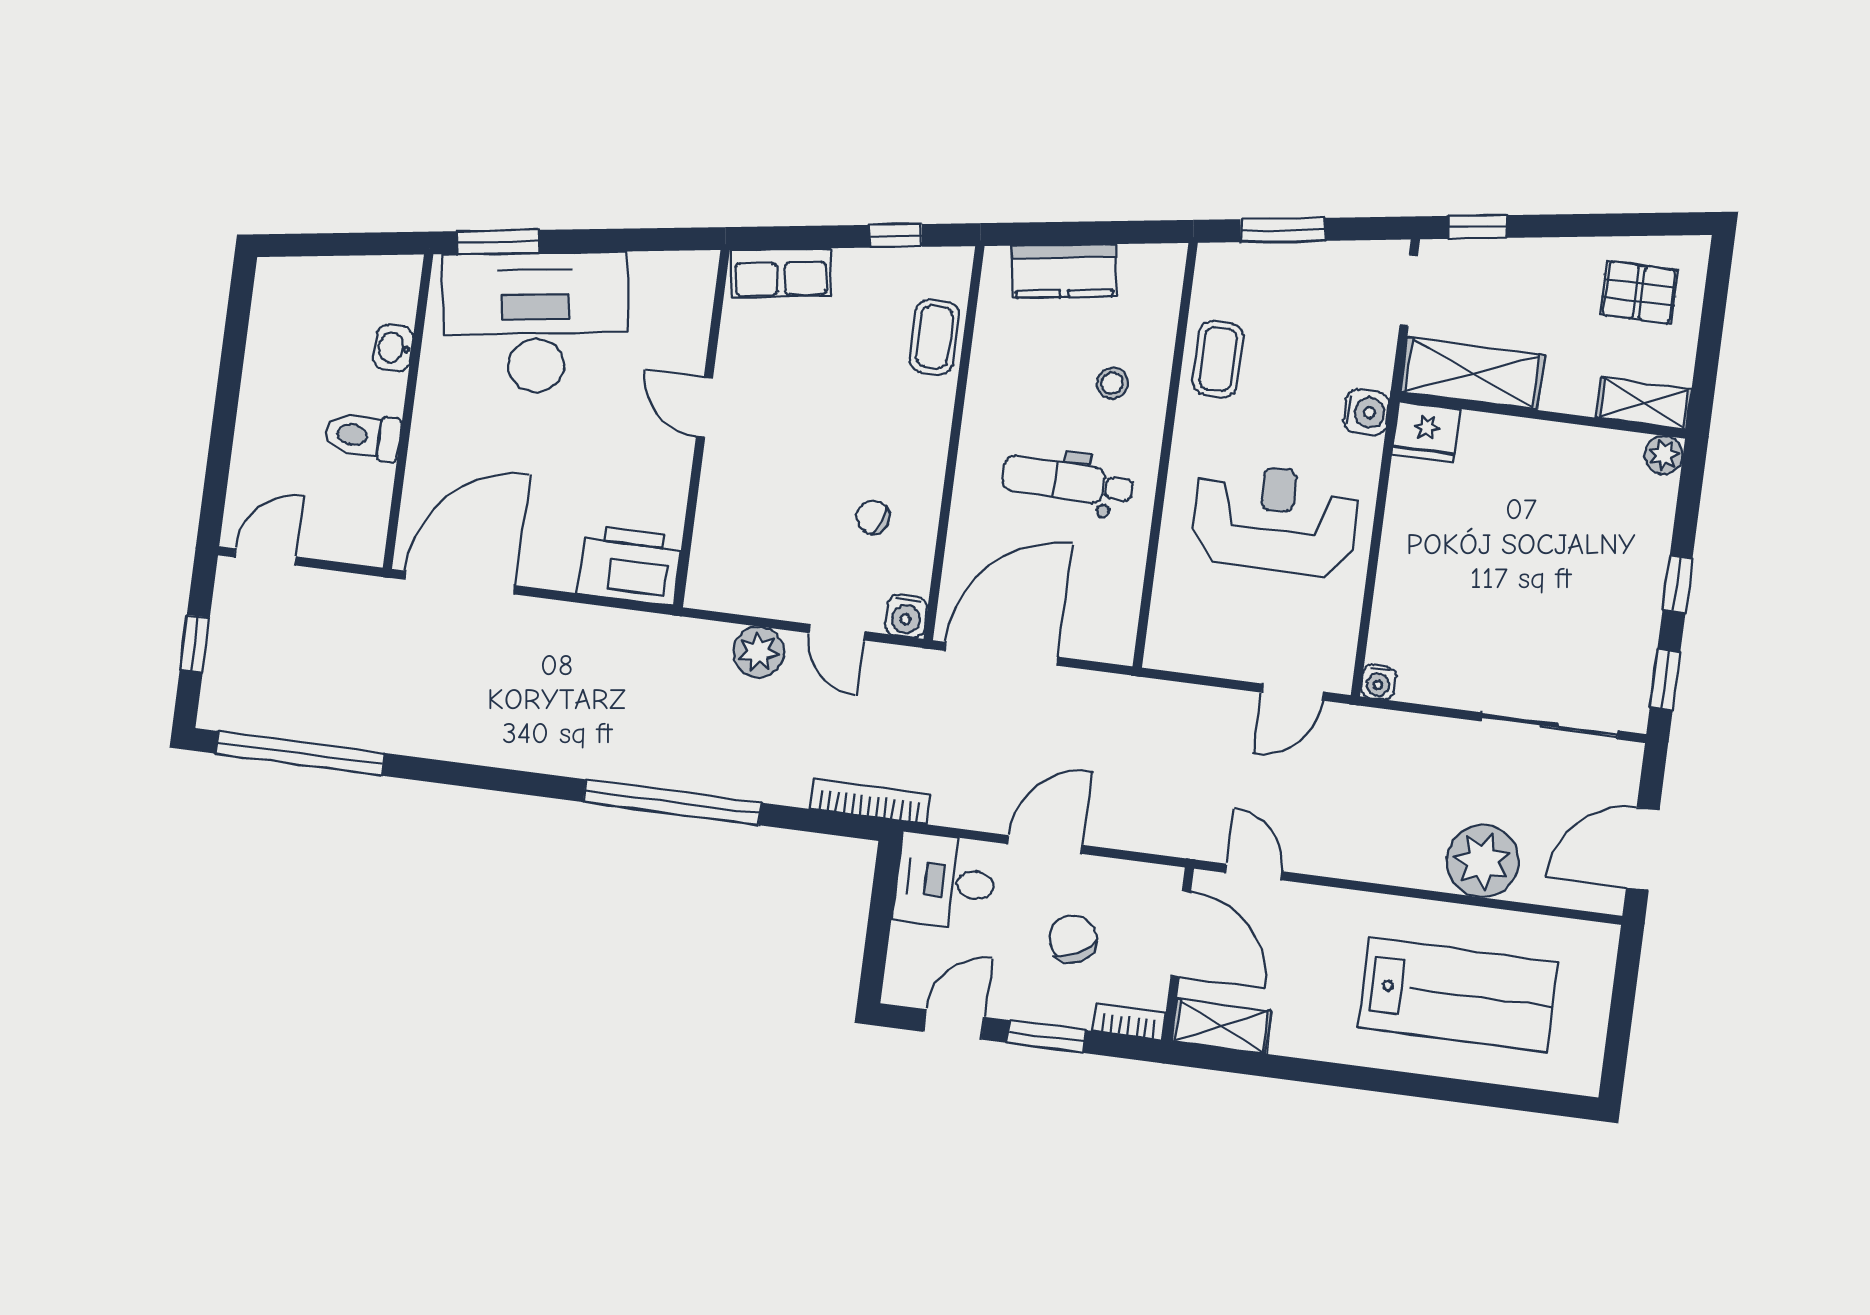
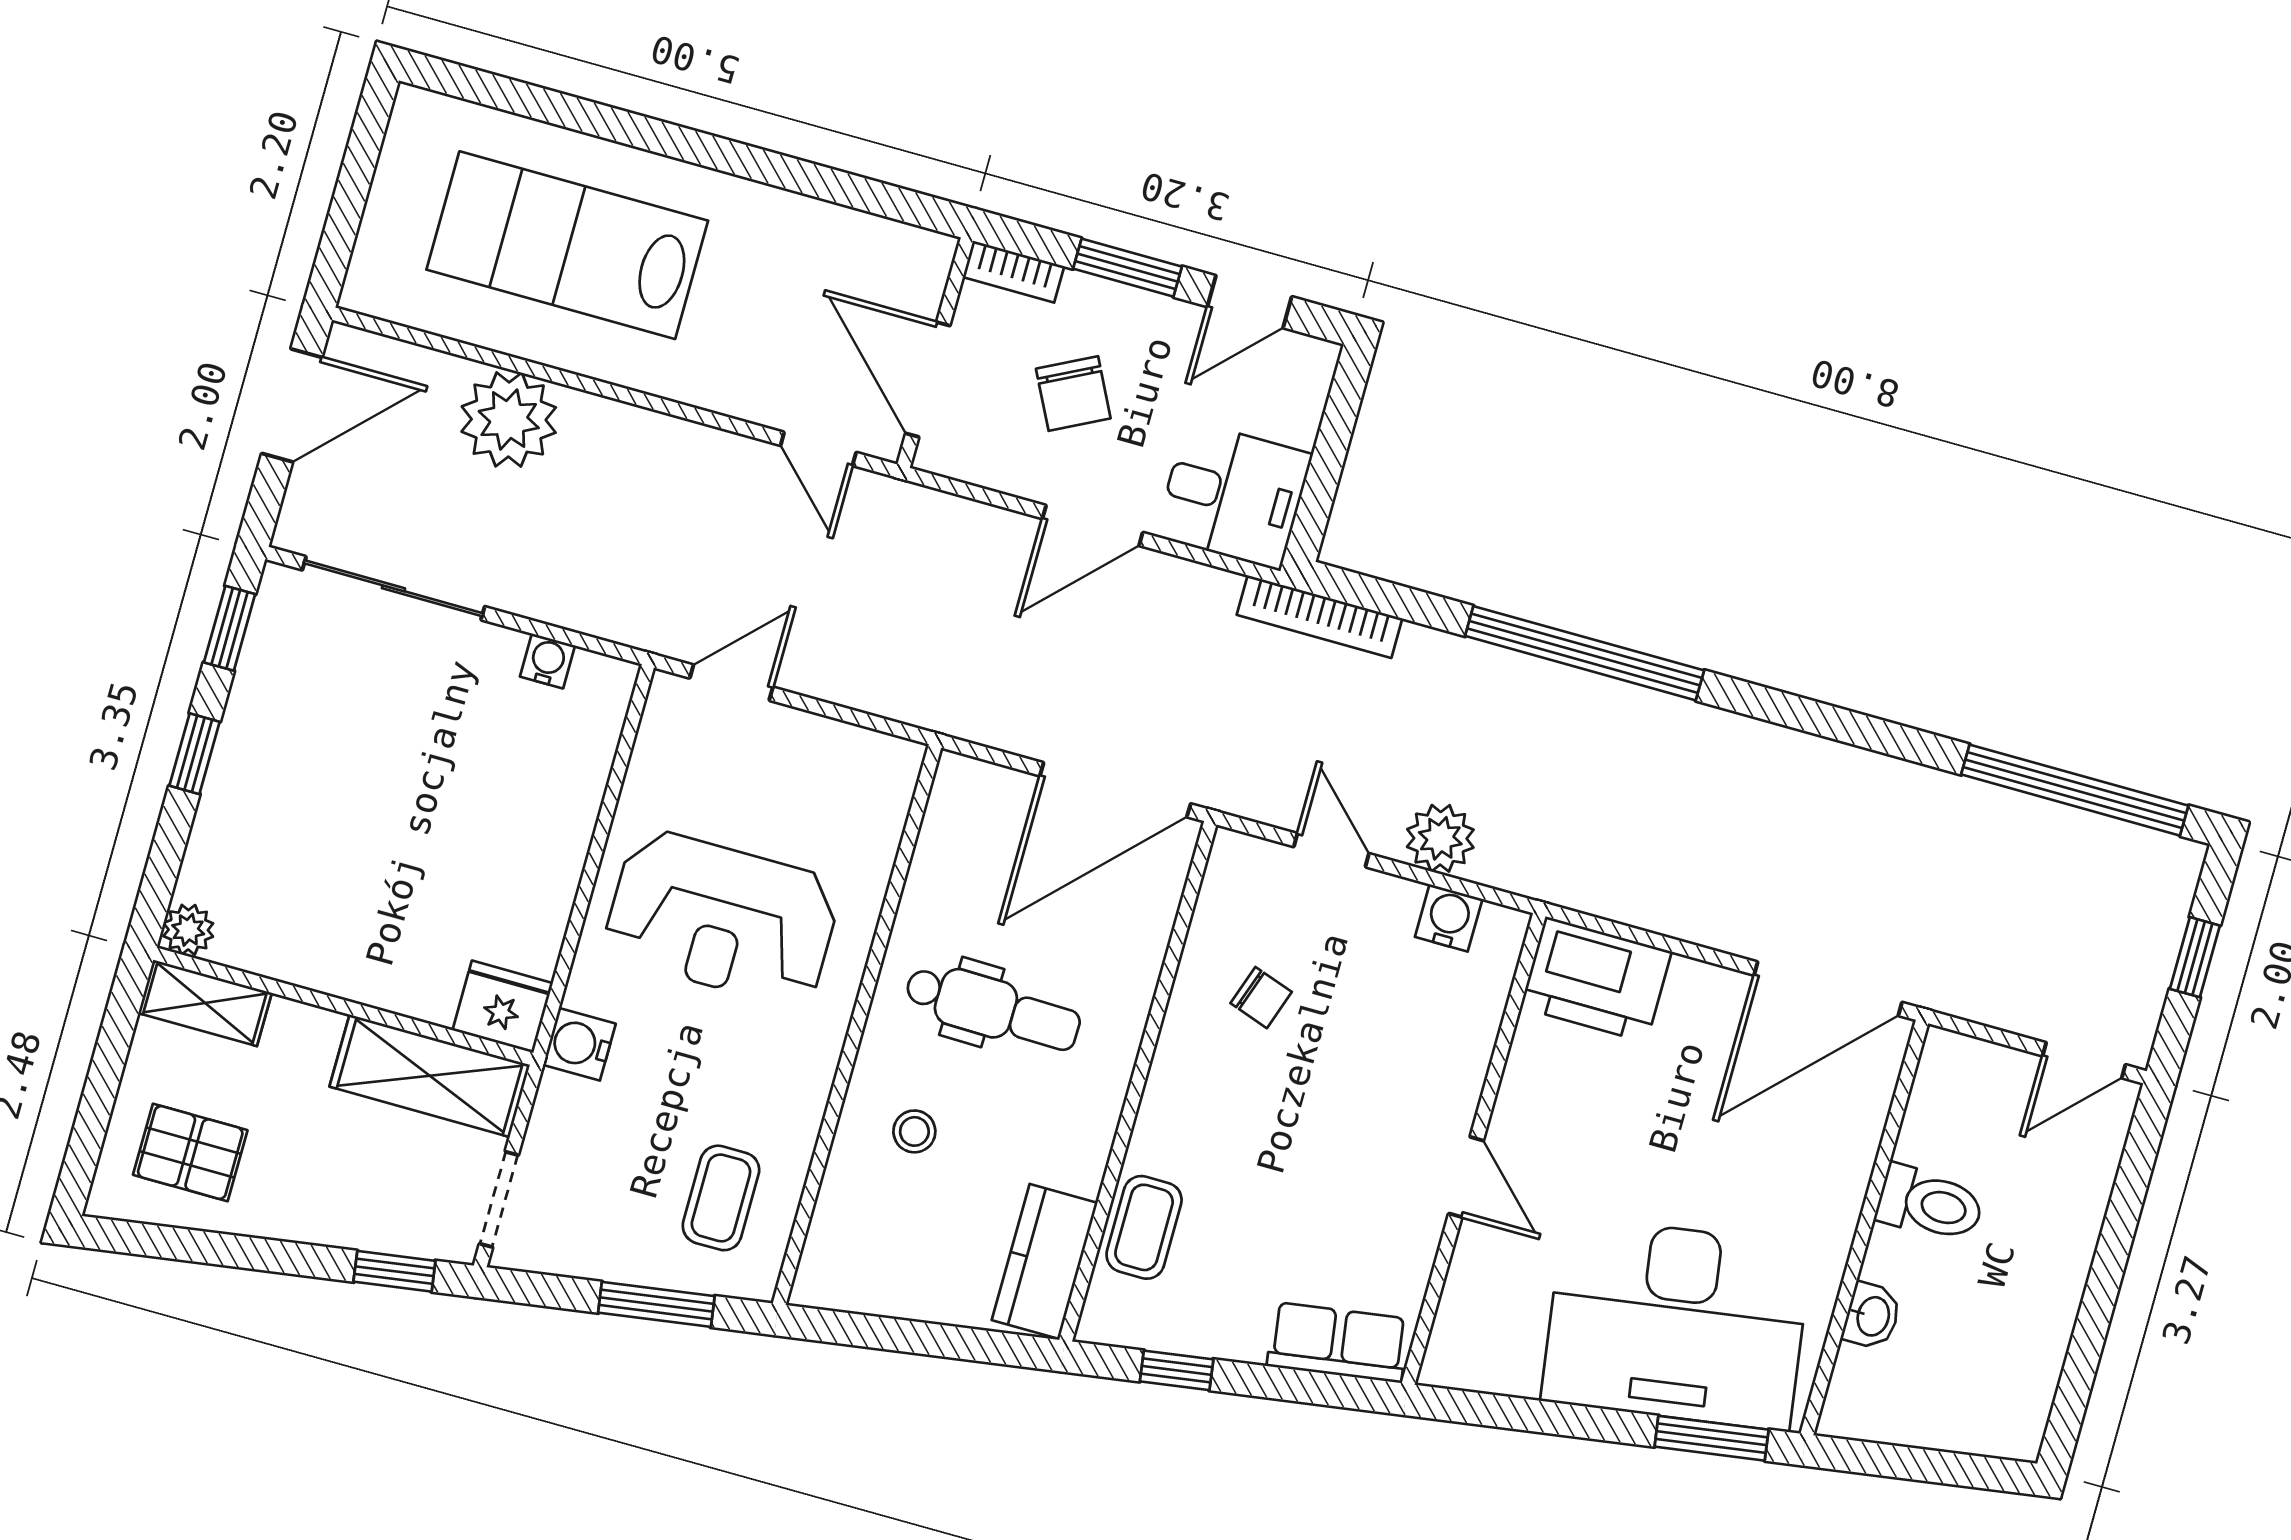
kitchen counter: (1064, 271) -> (1045, 1261), moved, turned -82
coffee table: (1218, 359) -> (721, 1198), moved
water cooler: (906, 616) -> (1449, 918), moved
water cooler: (1378, 682) -> (547, 661), moved
shelving: (1222, 1026) -> (891, 248), removed

